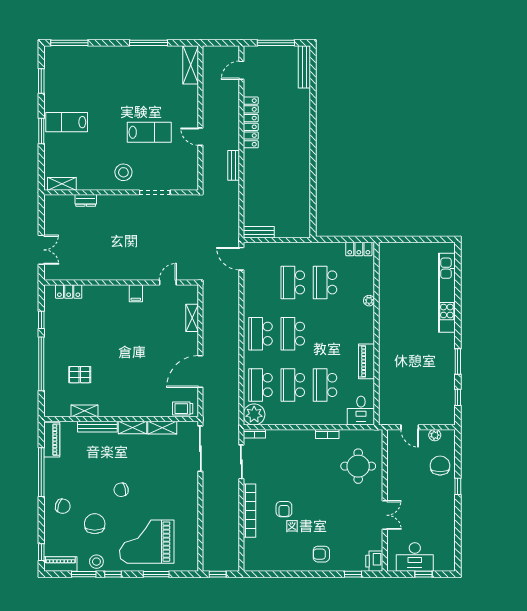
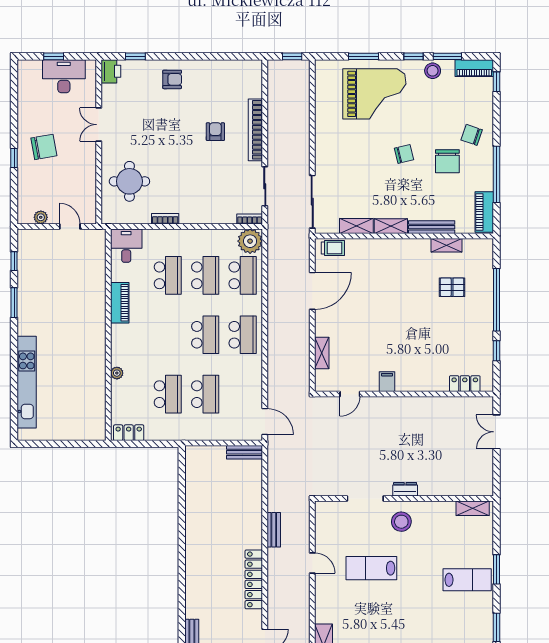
dresser: (86, 200) -> (405, 489), moved
chair: (440, 466) -> (44, 147), moved, turned -100
chair: (95, 524) -> (447, 161), moved

